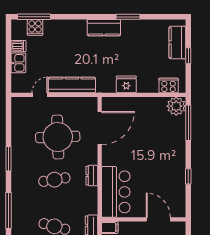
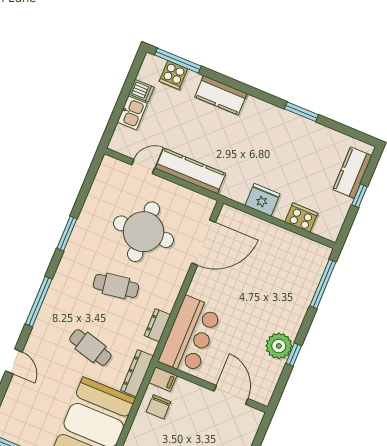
kitchen counter: (104, 28) -> (221, 95), moved
cooker: (169, 85) -> (301, 218), moved
plant: (176, 106) -> (279, 346), moved
dresser: (92, 176) -> (157, 325), moved

